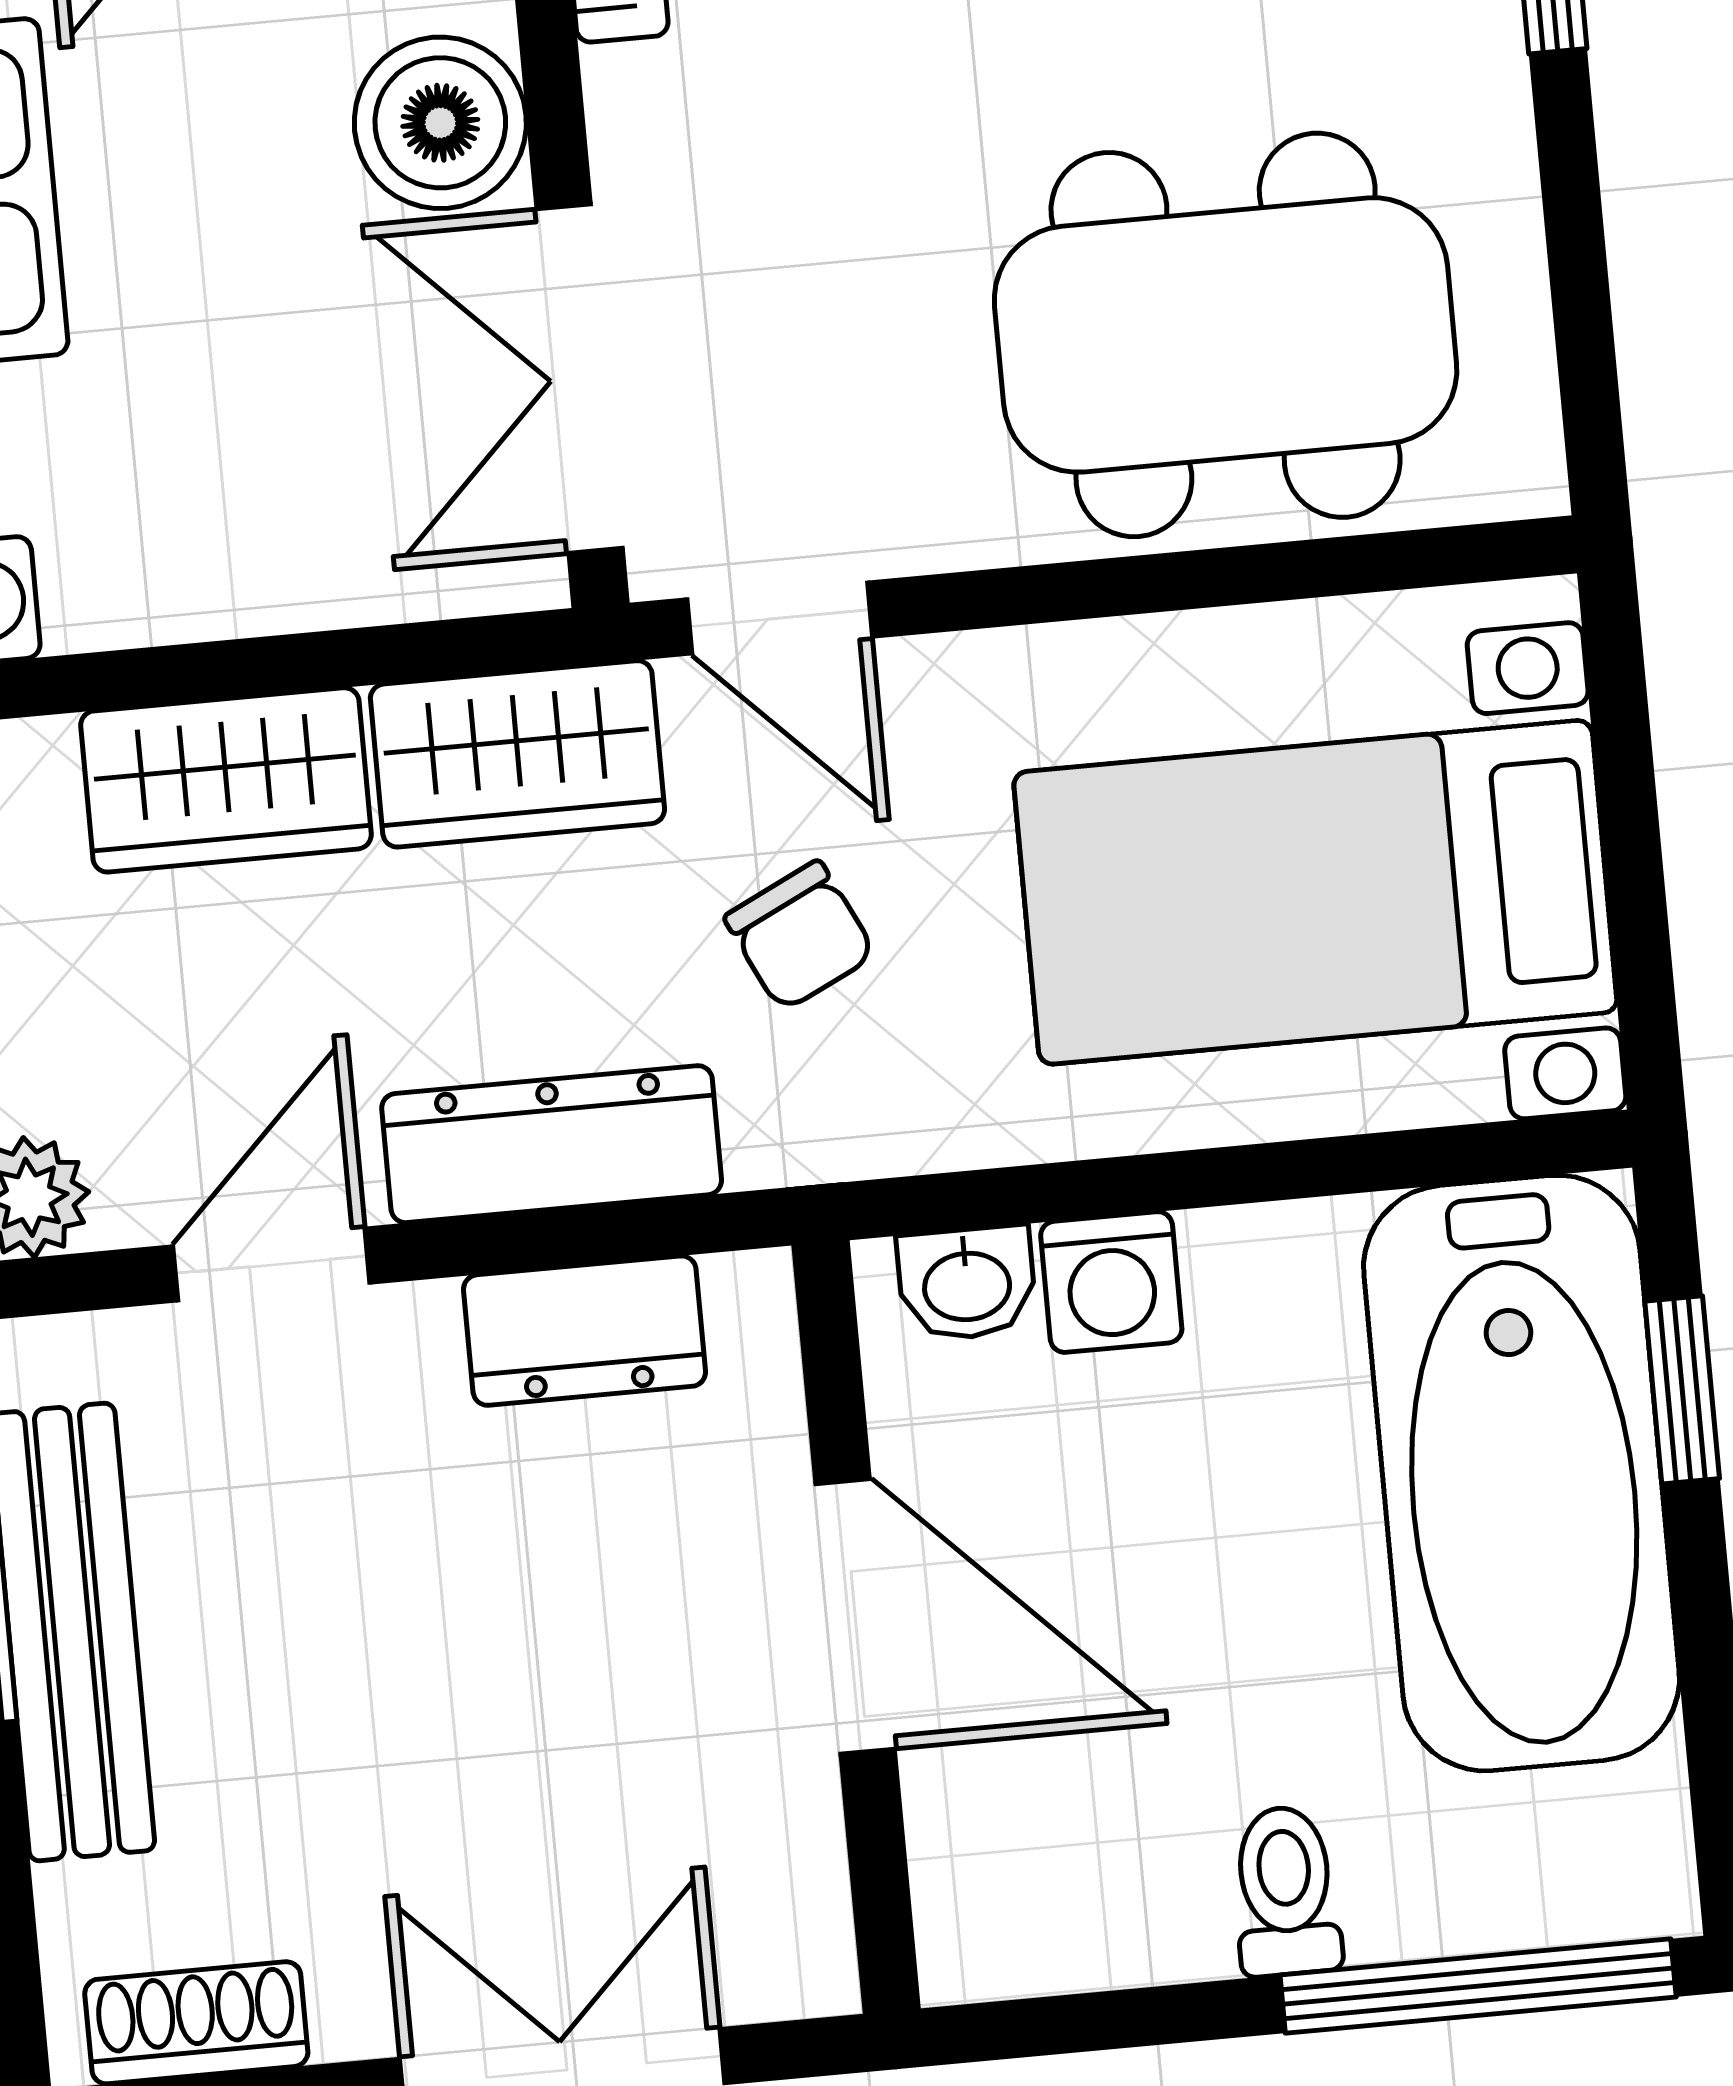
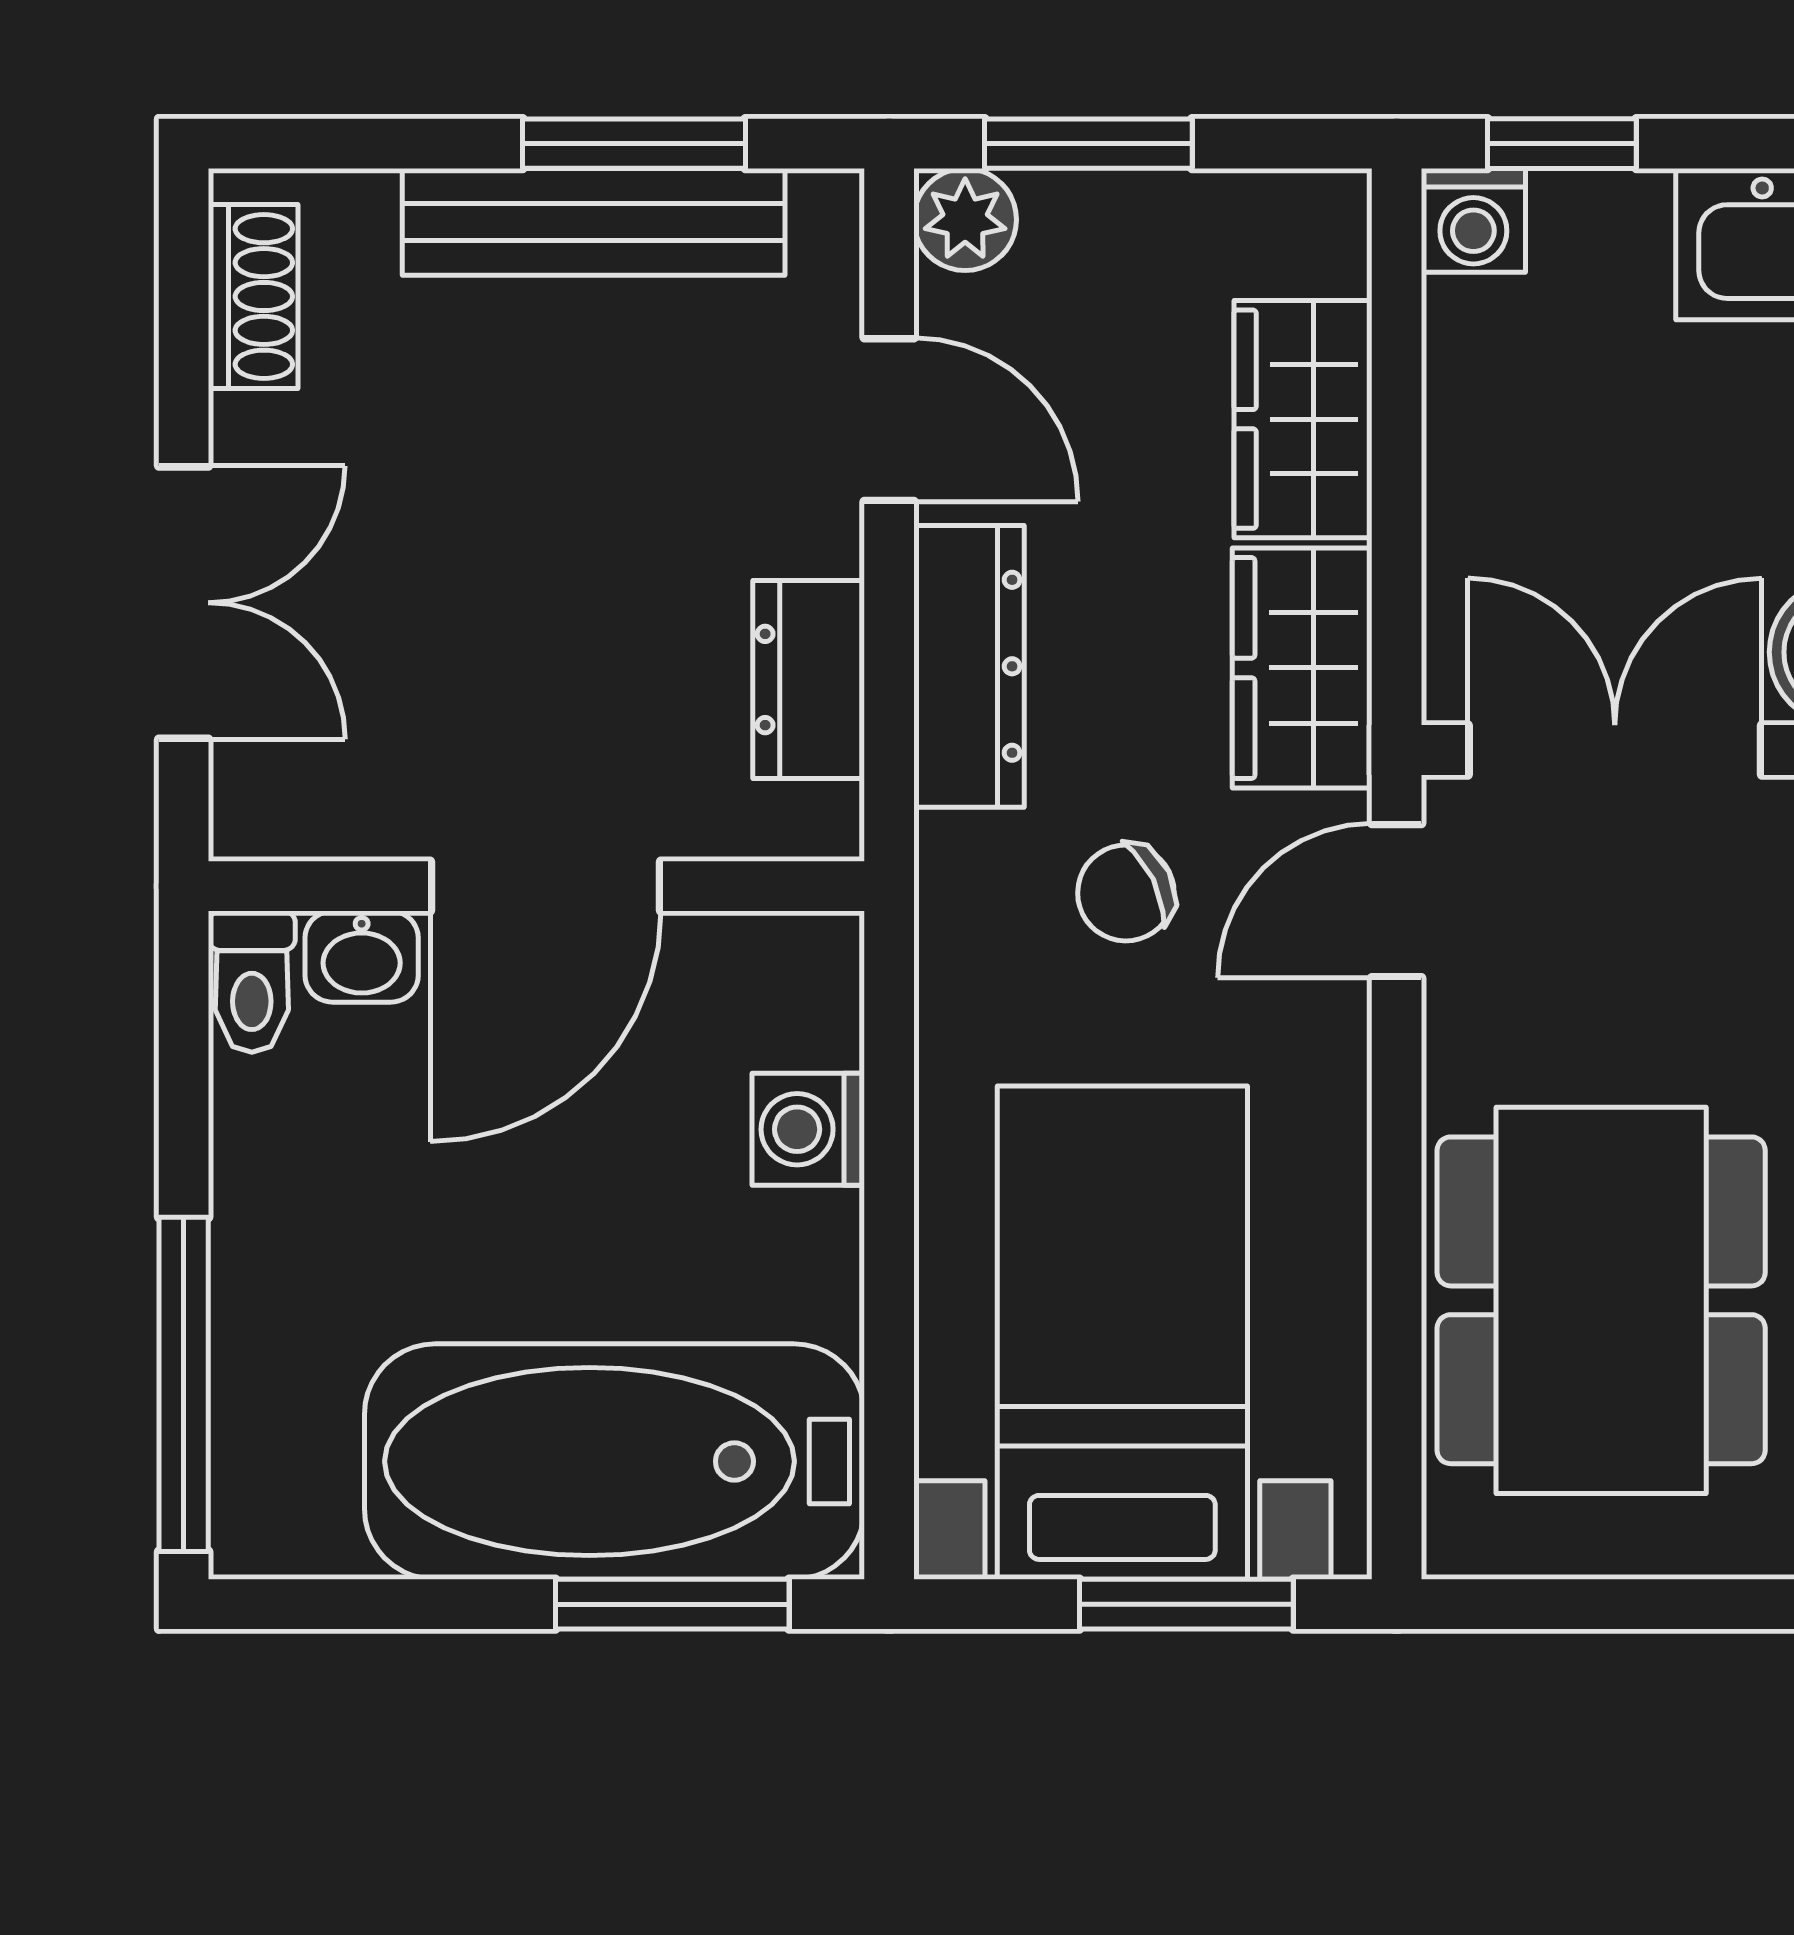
window: (1626, 788) -> (1186, 1604), added
washbasin: (967, 1283) -> (362, 957), moved, turned -90
window: (1682, 1390) -> (672, 1604), width x1.50
toilet: (1286, 1891) -> (252, 982), moved, turned 90

